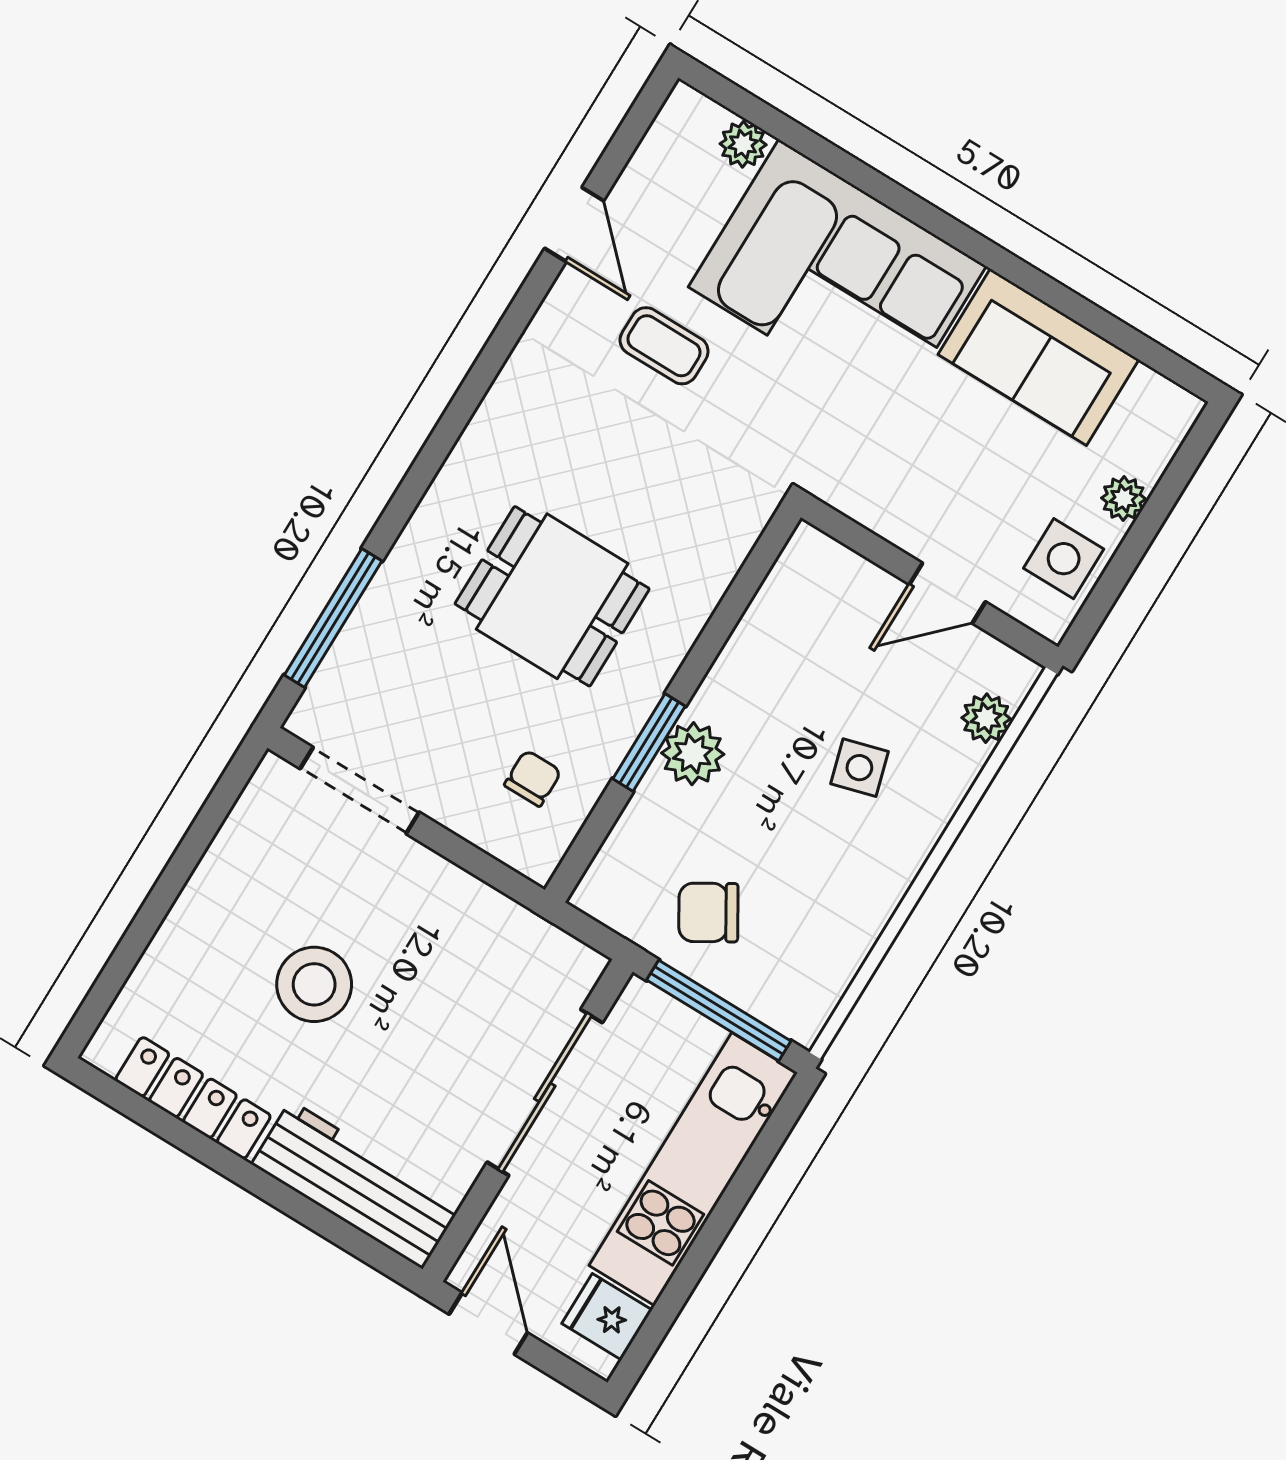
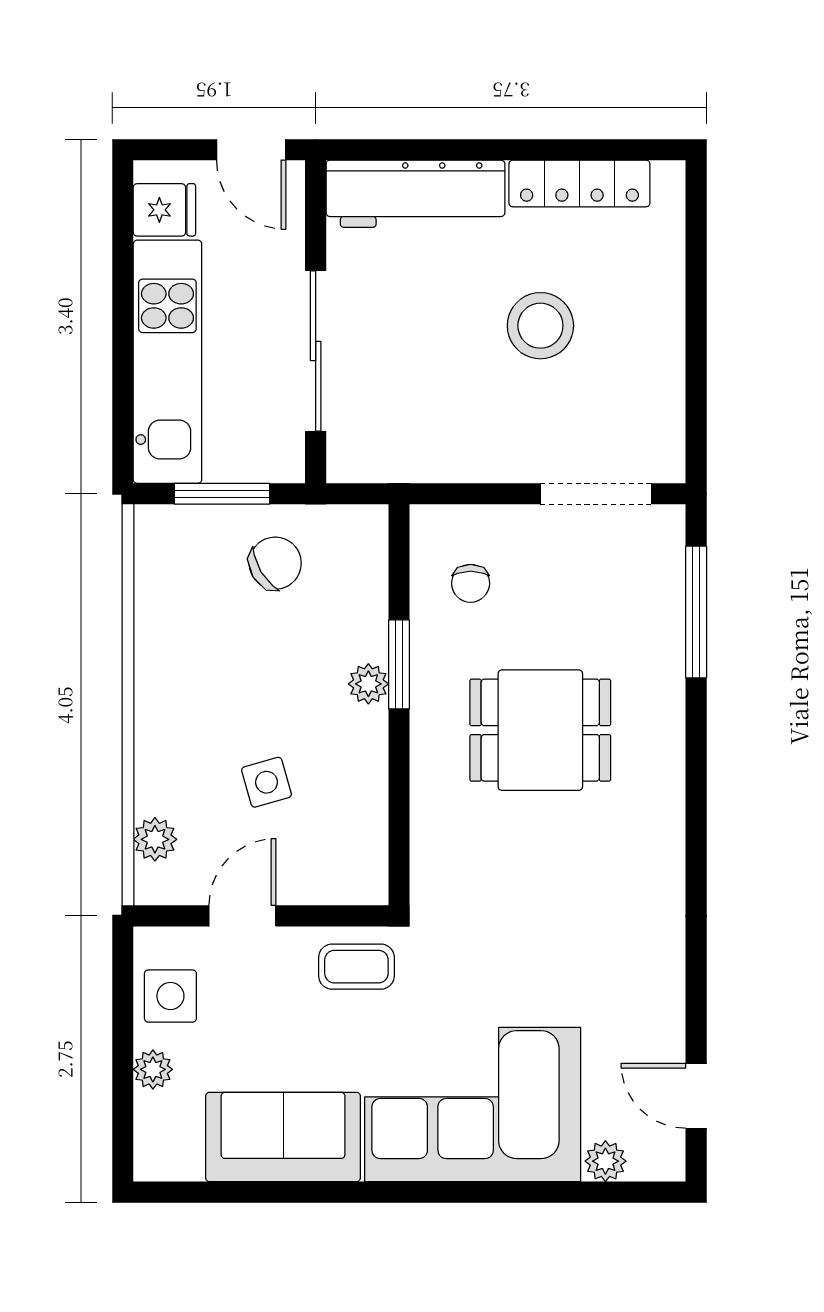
door: (574, 225) -> (696, 1096), moved
coffee table: (664, 346) -> (356, 967), moved
plant: (693, 754) -> (368, 684), width x0.73, depth x0.73
side table: (859, 768) -> (267, 782), moved
window: (719, 1010) -> (222, 494), width x0.69

